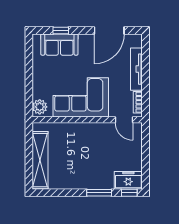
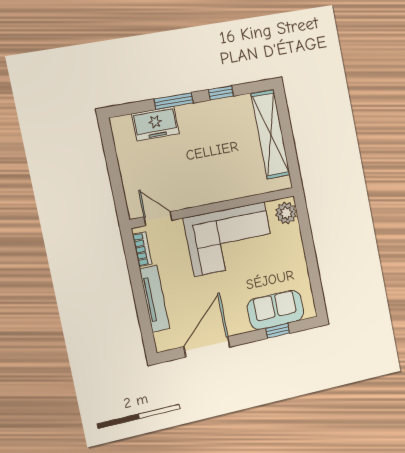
freezer: (128, 180) -> (155, 124), moved
window: (129, 193) -> (221, 93), moved

